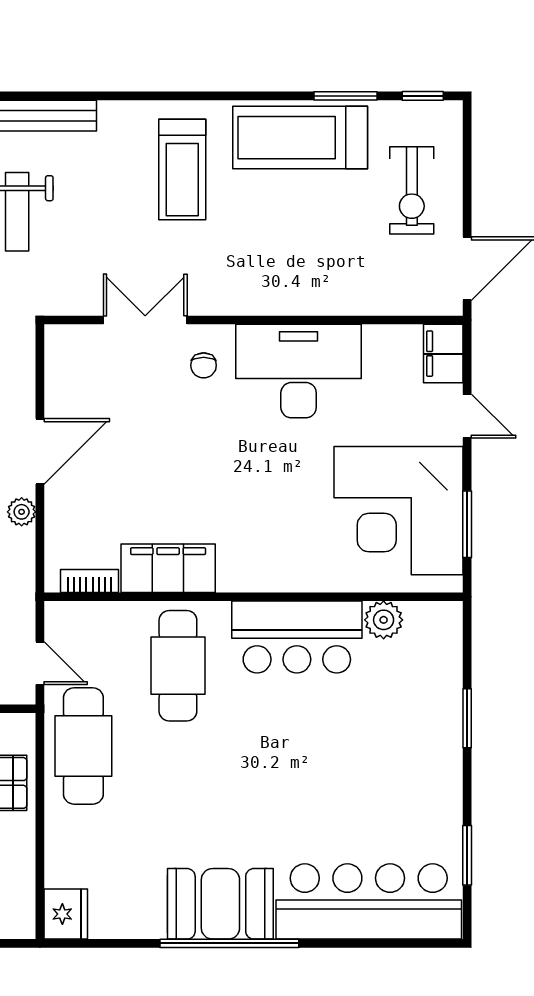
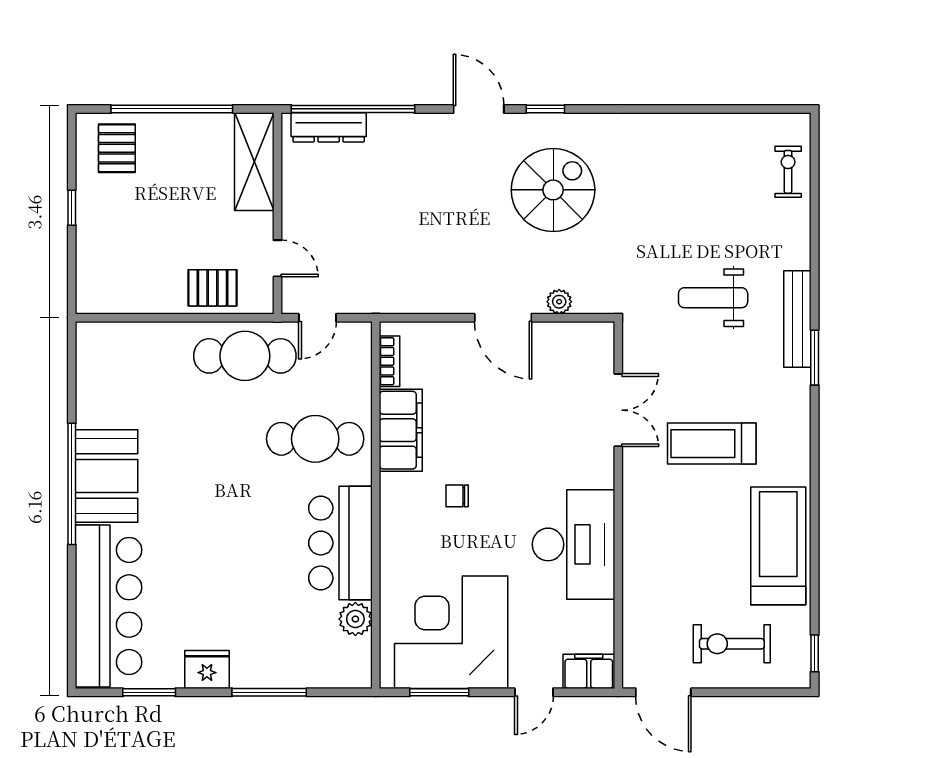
window: (346, 96) -> (815, 358), moved
treadmill: (182, 170) -> (712, 444), moved
chair: (204, 365) -> (457, 496), moved
plant: (22, 512) -> (559, 302), moved
window: (467, 718) -> (269, 692), width x1.44
fridge: (66, 914) -> (207, 669), moved, turned 180

